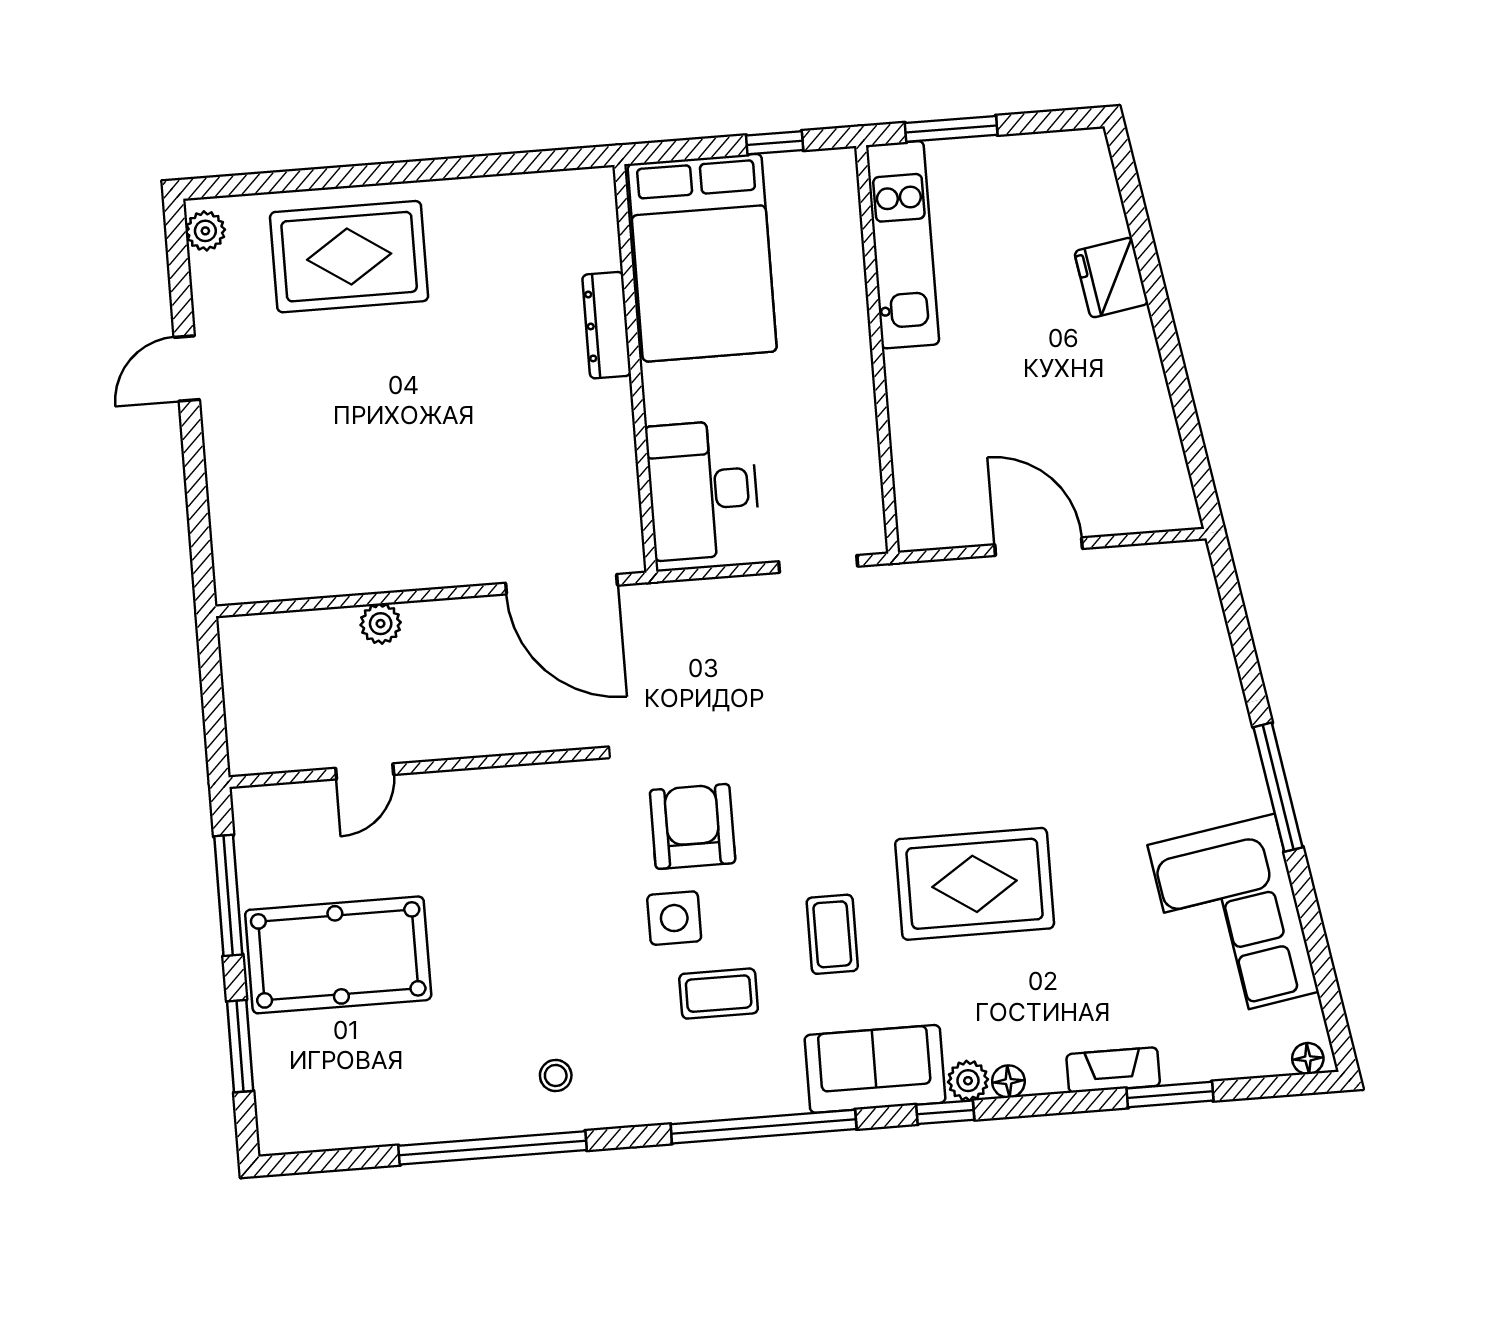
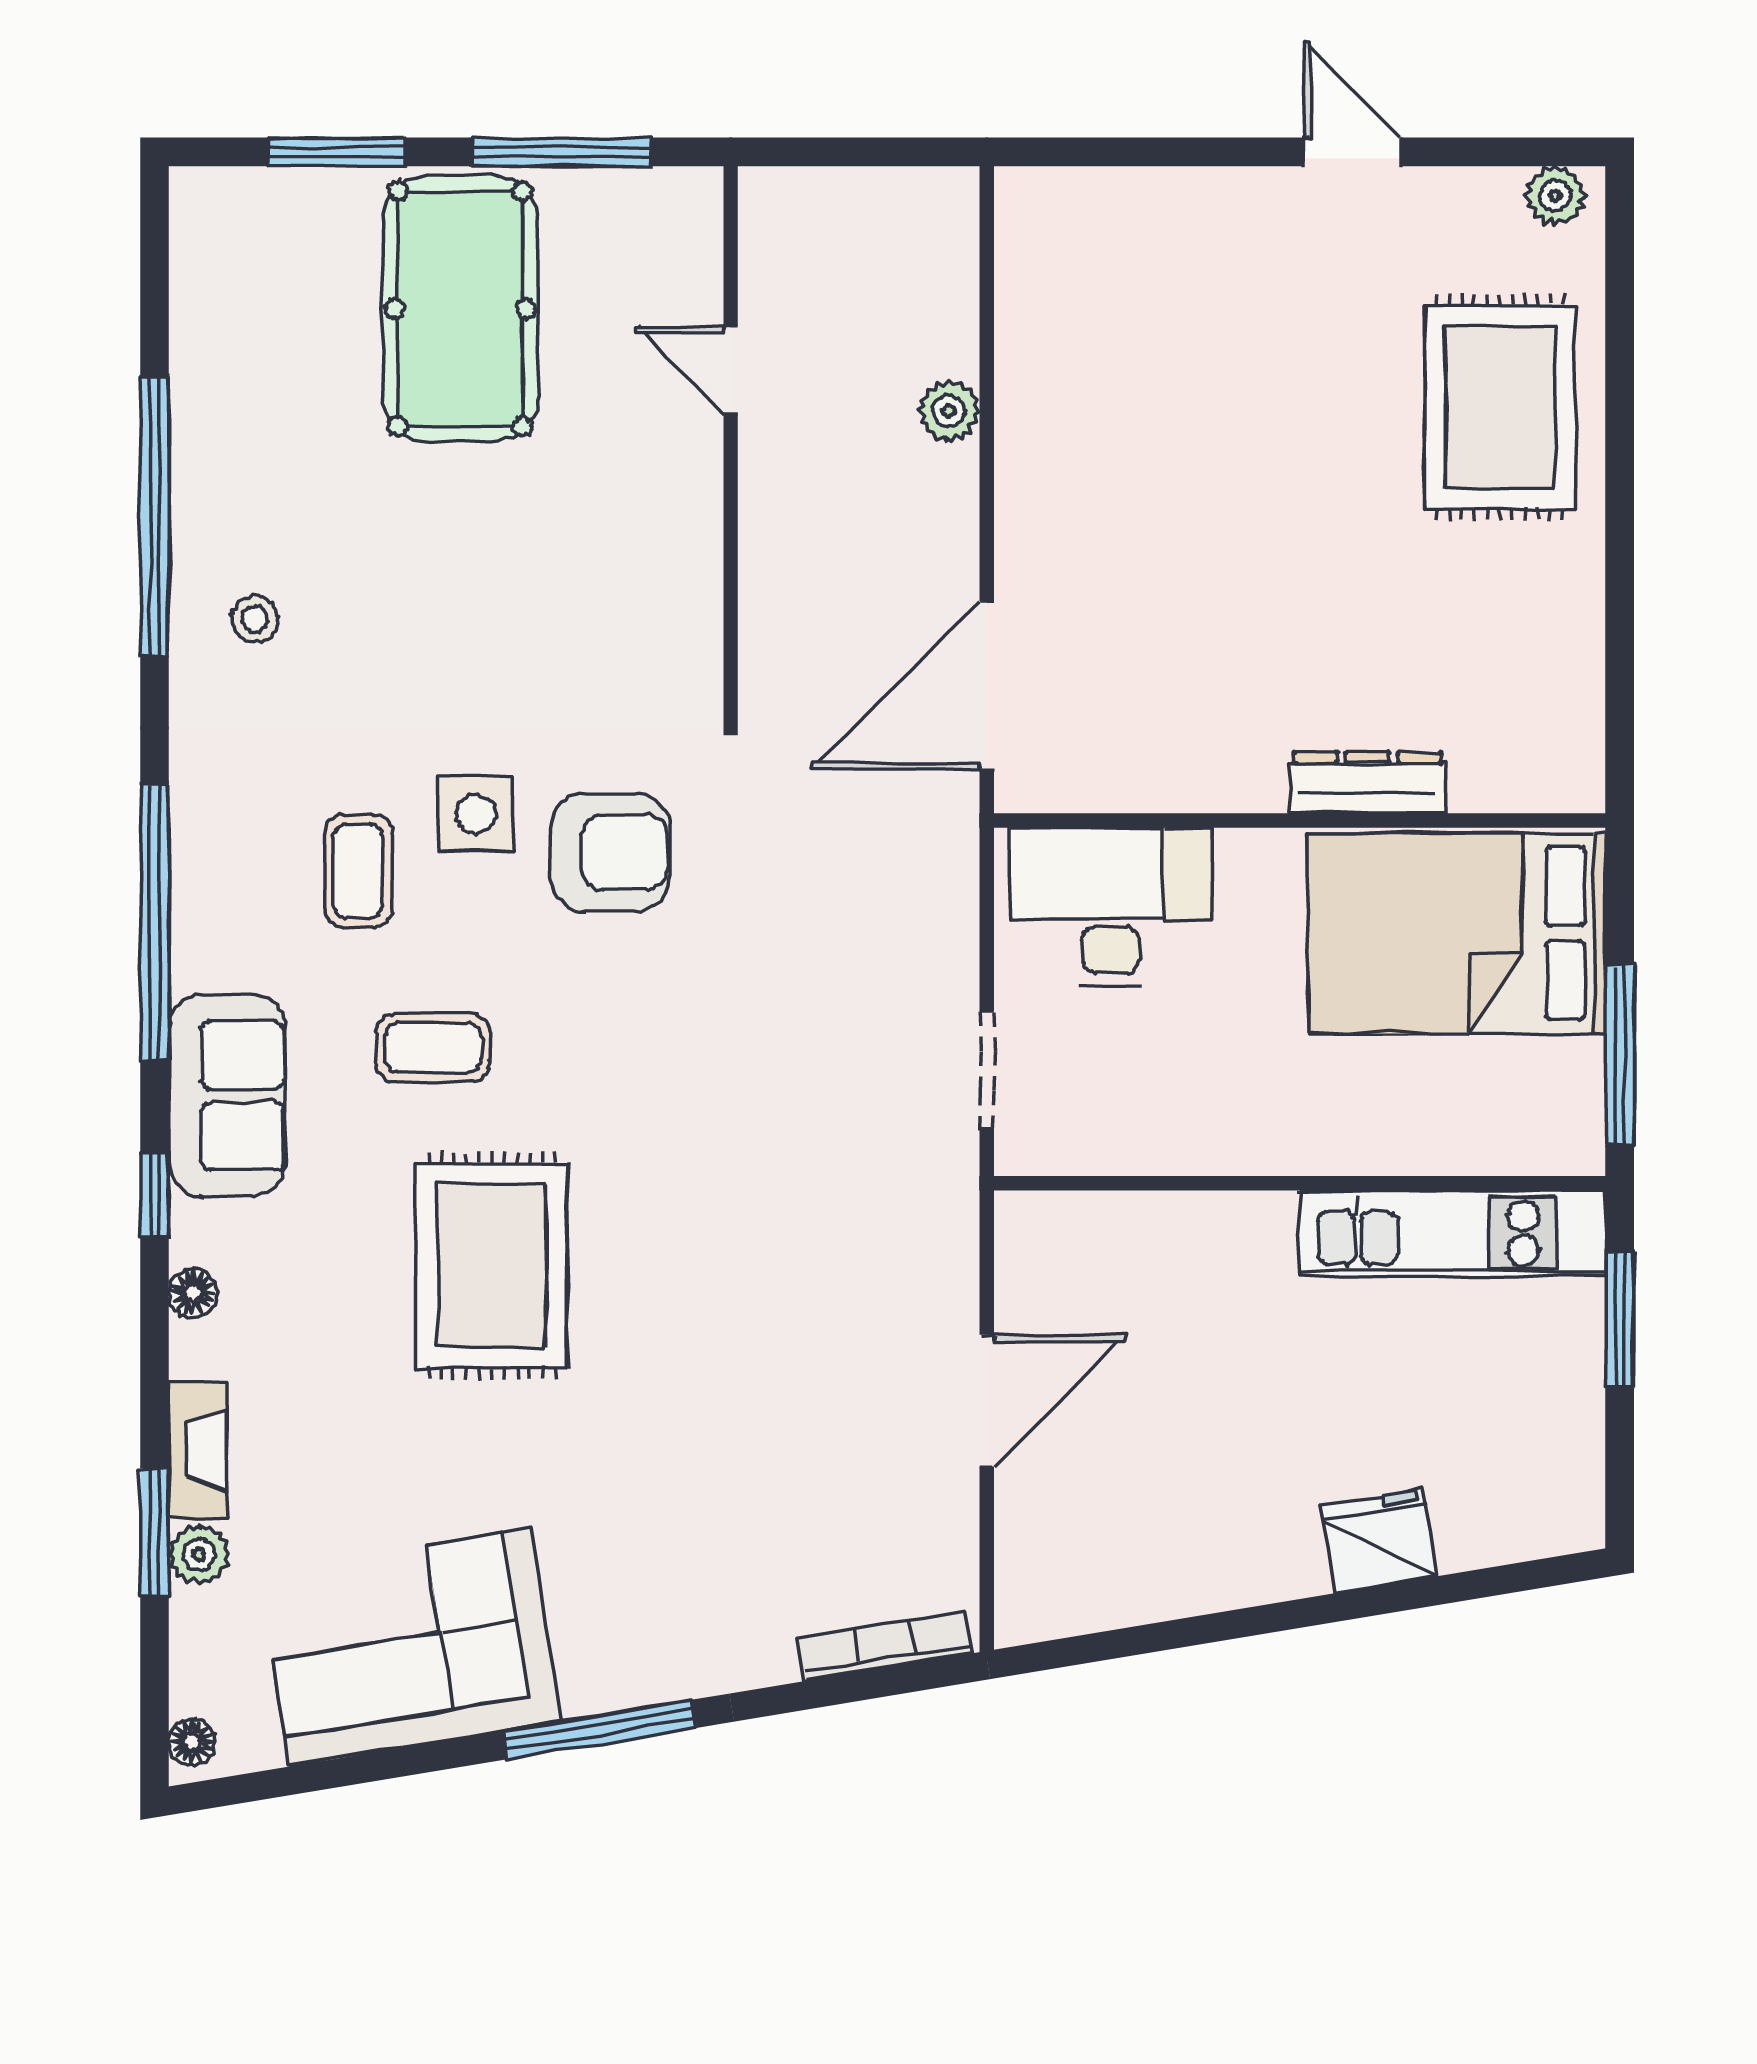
window: (775, 143) -> (1620, 1055), width x2.17
bookcase: (1208, 602) -> (885, 1646), added
plant: (968, 1081) -> (199, 1554), moved

